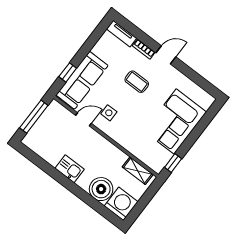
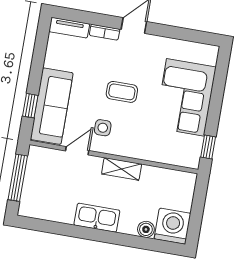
coffee table: (137, 82) -> (122, 92), moved
kitchen sink: (70, 169) -> (97, 218), width x1.38
shelving: (138, 171) -> (122, 169), moved
boiler: (101, 189) -> (146, 229), width x0.54, depth x0.54

